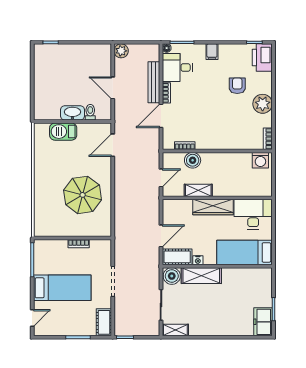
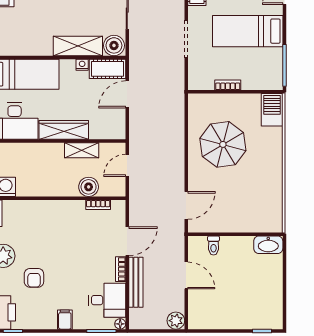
washbasin: (72, 113) -> (268, 245), moved
barbecue: (63, 132) -> (272, 110), moved, turned -90

